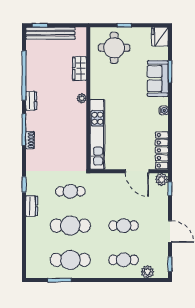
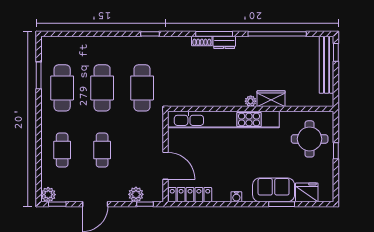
fridge: (160, 37) -> (307, 192), moved
wardrobe: (80, 69) -> (271, 99), moved
dresser: (31, 101) -> (224, 42), moved
kitchen unit: (97, 134) -> (223, 120), width x1.36
door: (137, 171) -> (166, 166), swing flipped
plant: (162, 179) -> (136, 194), moved
cafe table: (70, 191) -> (142, 88), width x1.37, depth x1.35
dresser: (32, 206) -> (125, 43), removed
plant: (147, 272) -> (48, 195), moved

